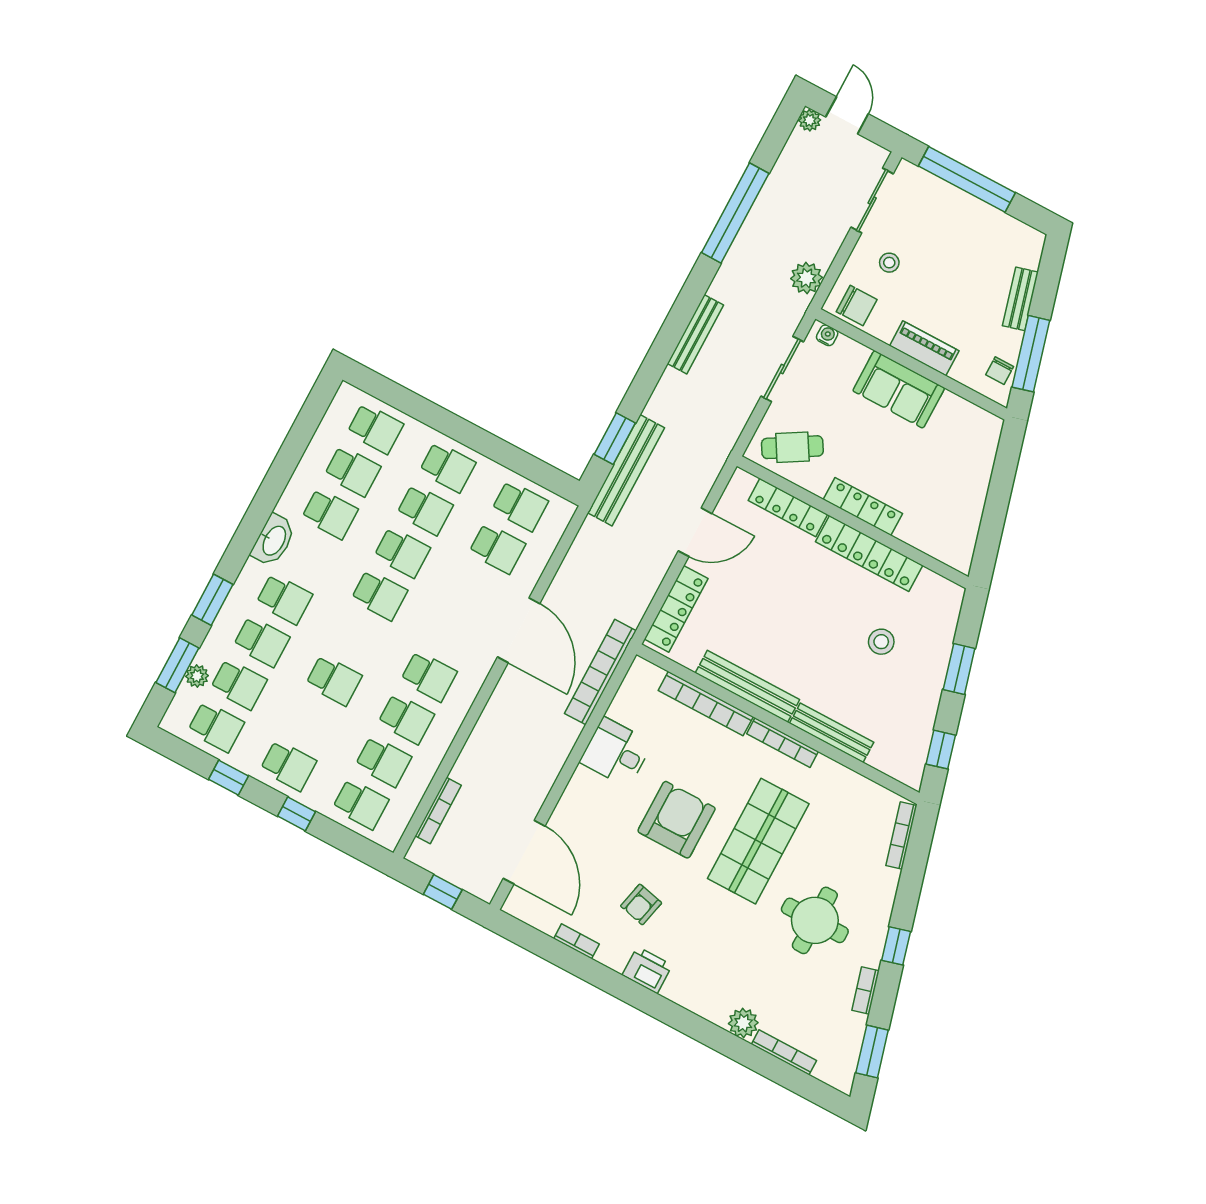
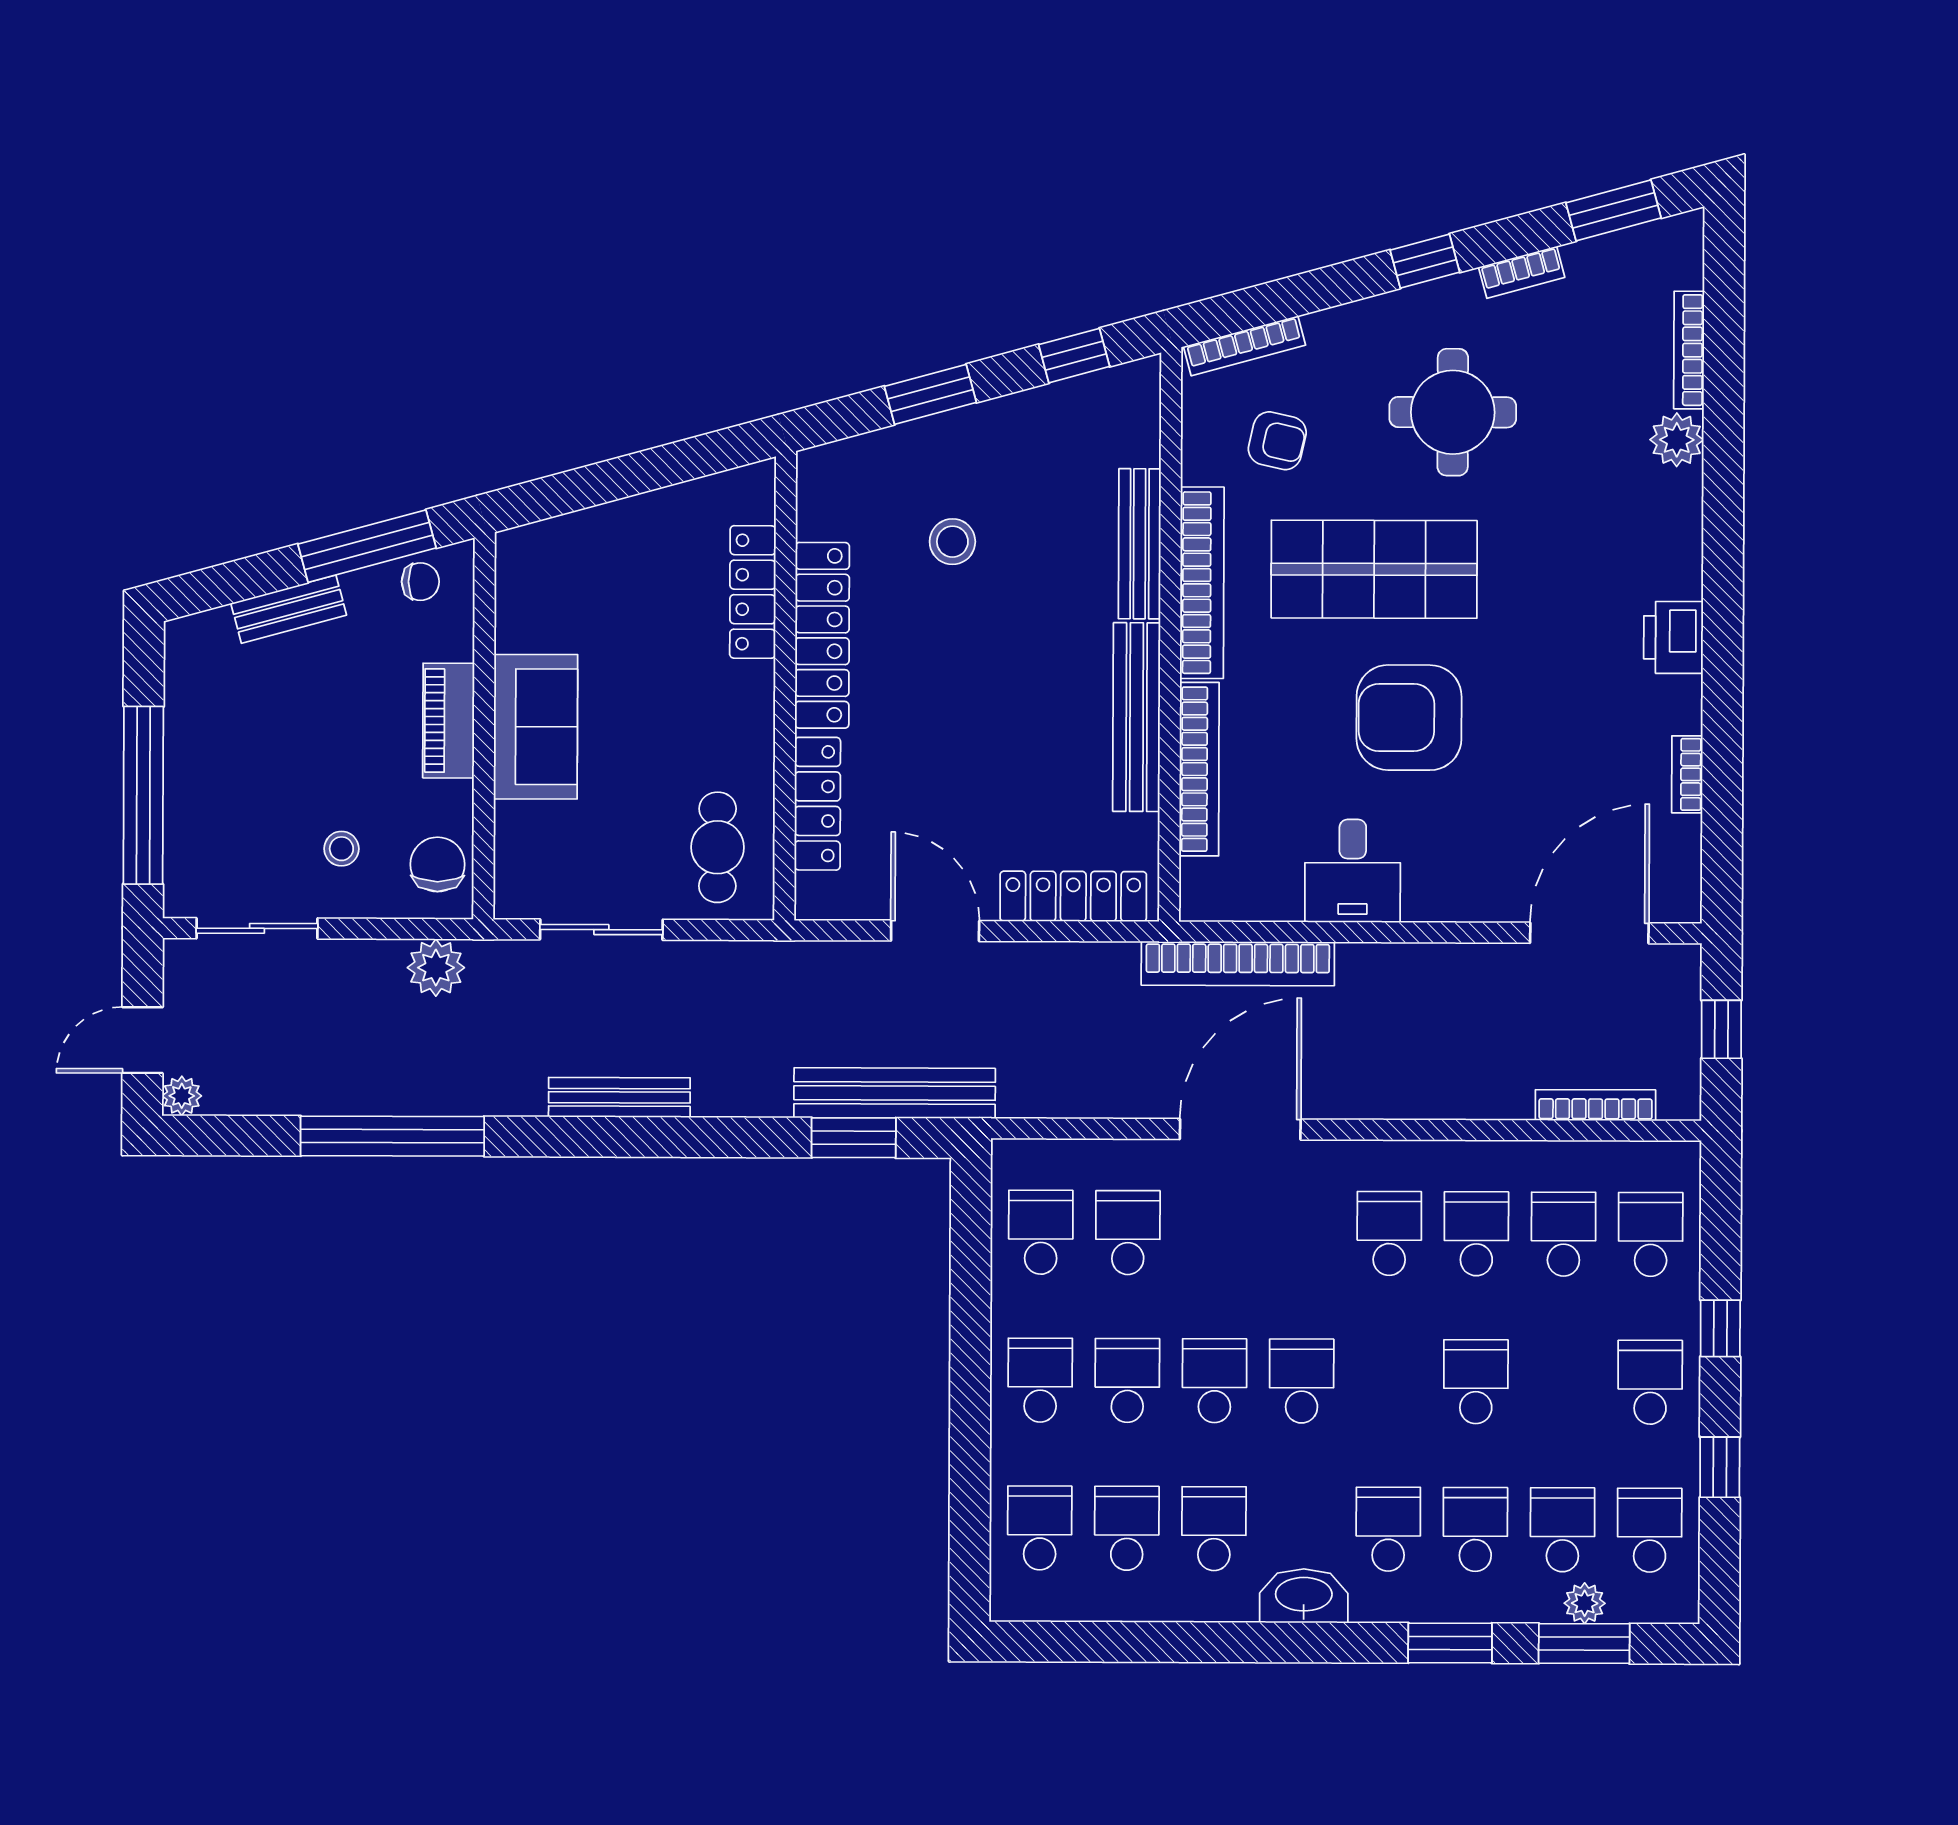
water cooler: (827, 335) -> (510, 886), removed
cafe table: (792, 447) -> (717, 847), turned 31
locker: (863, 506) -> (753, 592), moved
bookcase: (783, 743) -> (1202, 583), width x1.48, depth x1.31
armchair: (641, 904) -> (1277, 441), moved

